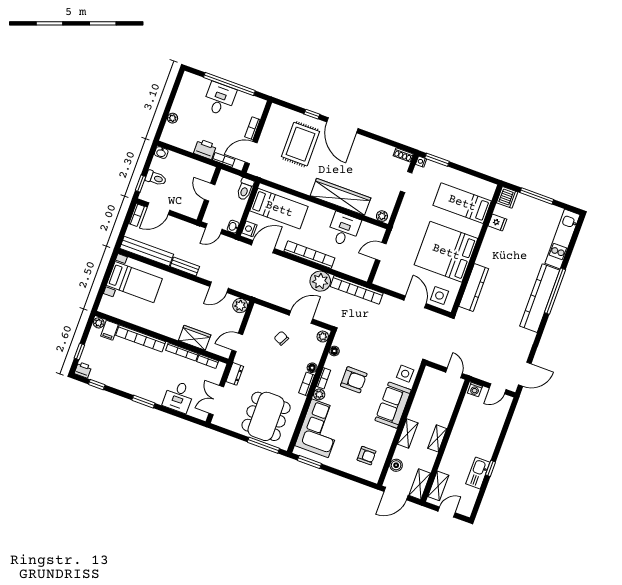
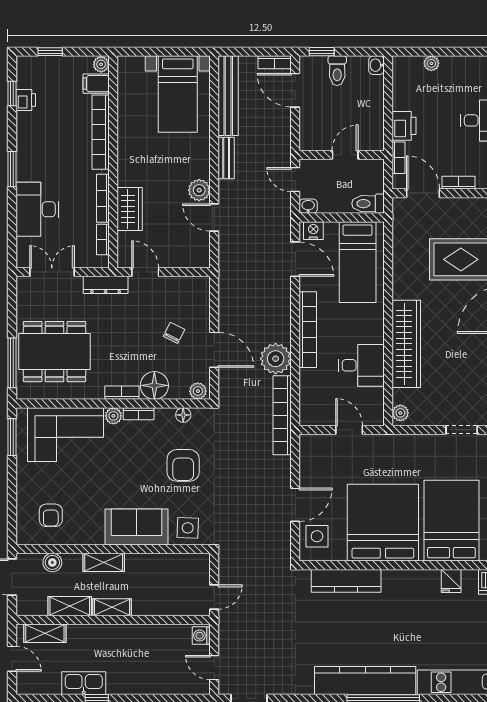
bed: (462, 203) -> (451, 521), width x1.50
plant: (240, 306) -> (199, 190), moved
floor lamp: (312, 368) -> (154, 385), width x1.89, depth x1.89
printer: (83, 370) -> (26, 100), moved
dresser: (235, 374) -> (106, 285), width x1.44
armchair: (354, 380) -> (183, 465), moved
desk: (179, 397) -> (37, 209), width x1.37
shelving: (420, 484) -> (70, 606), moved

